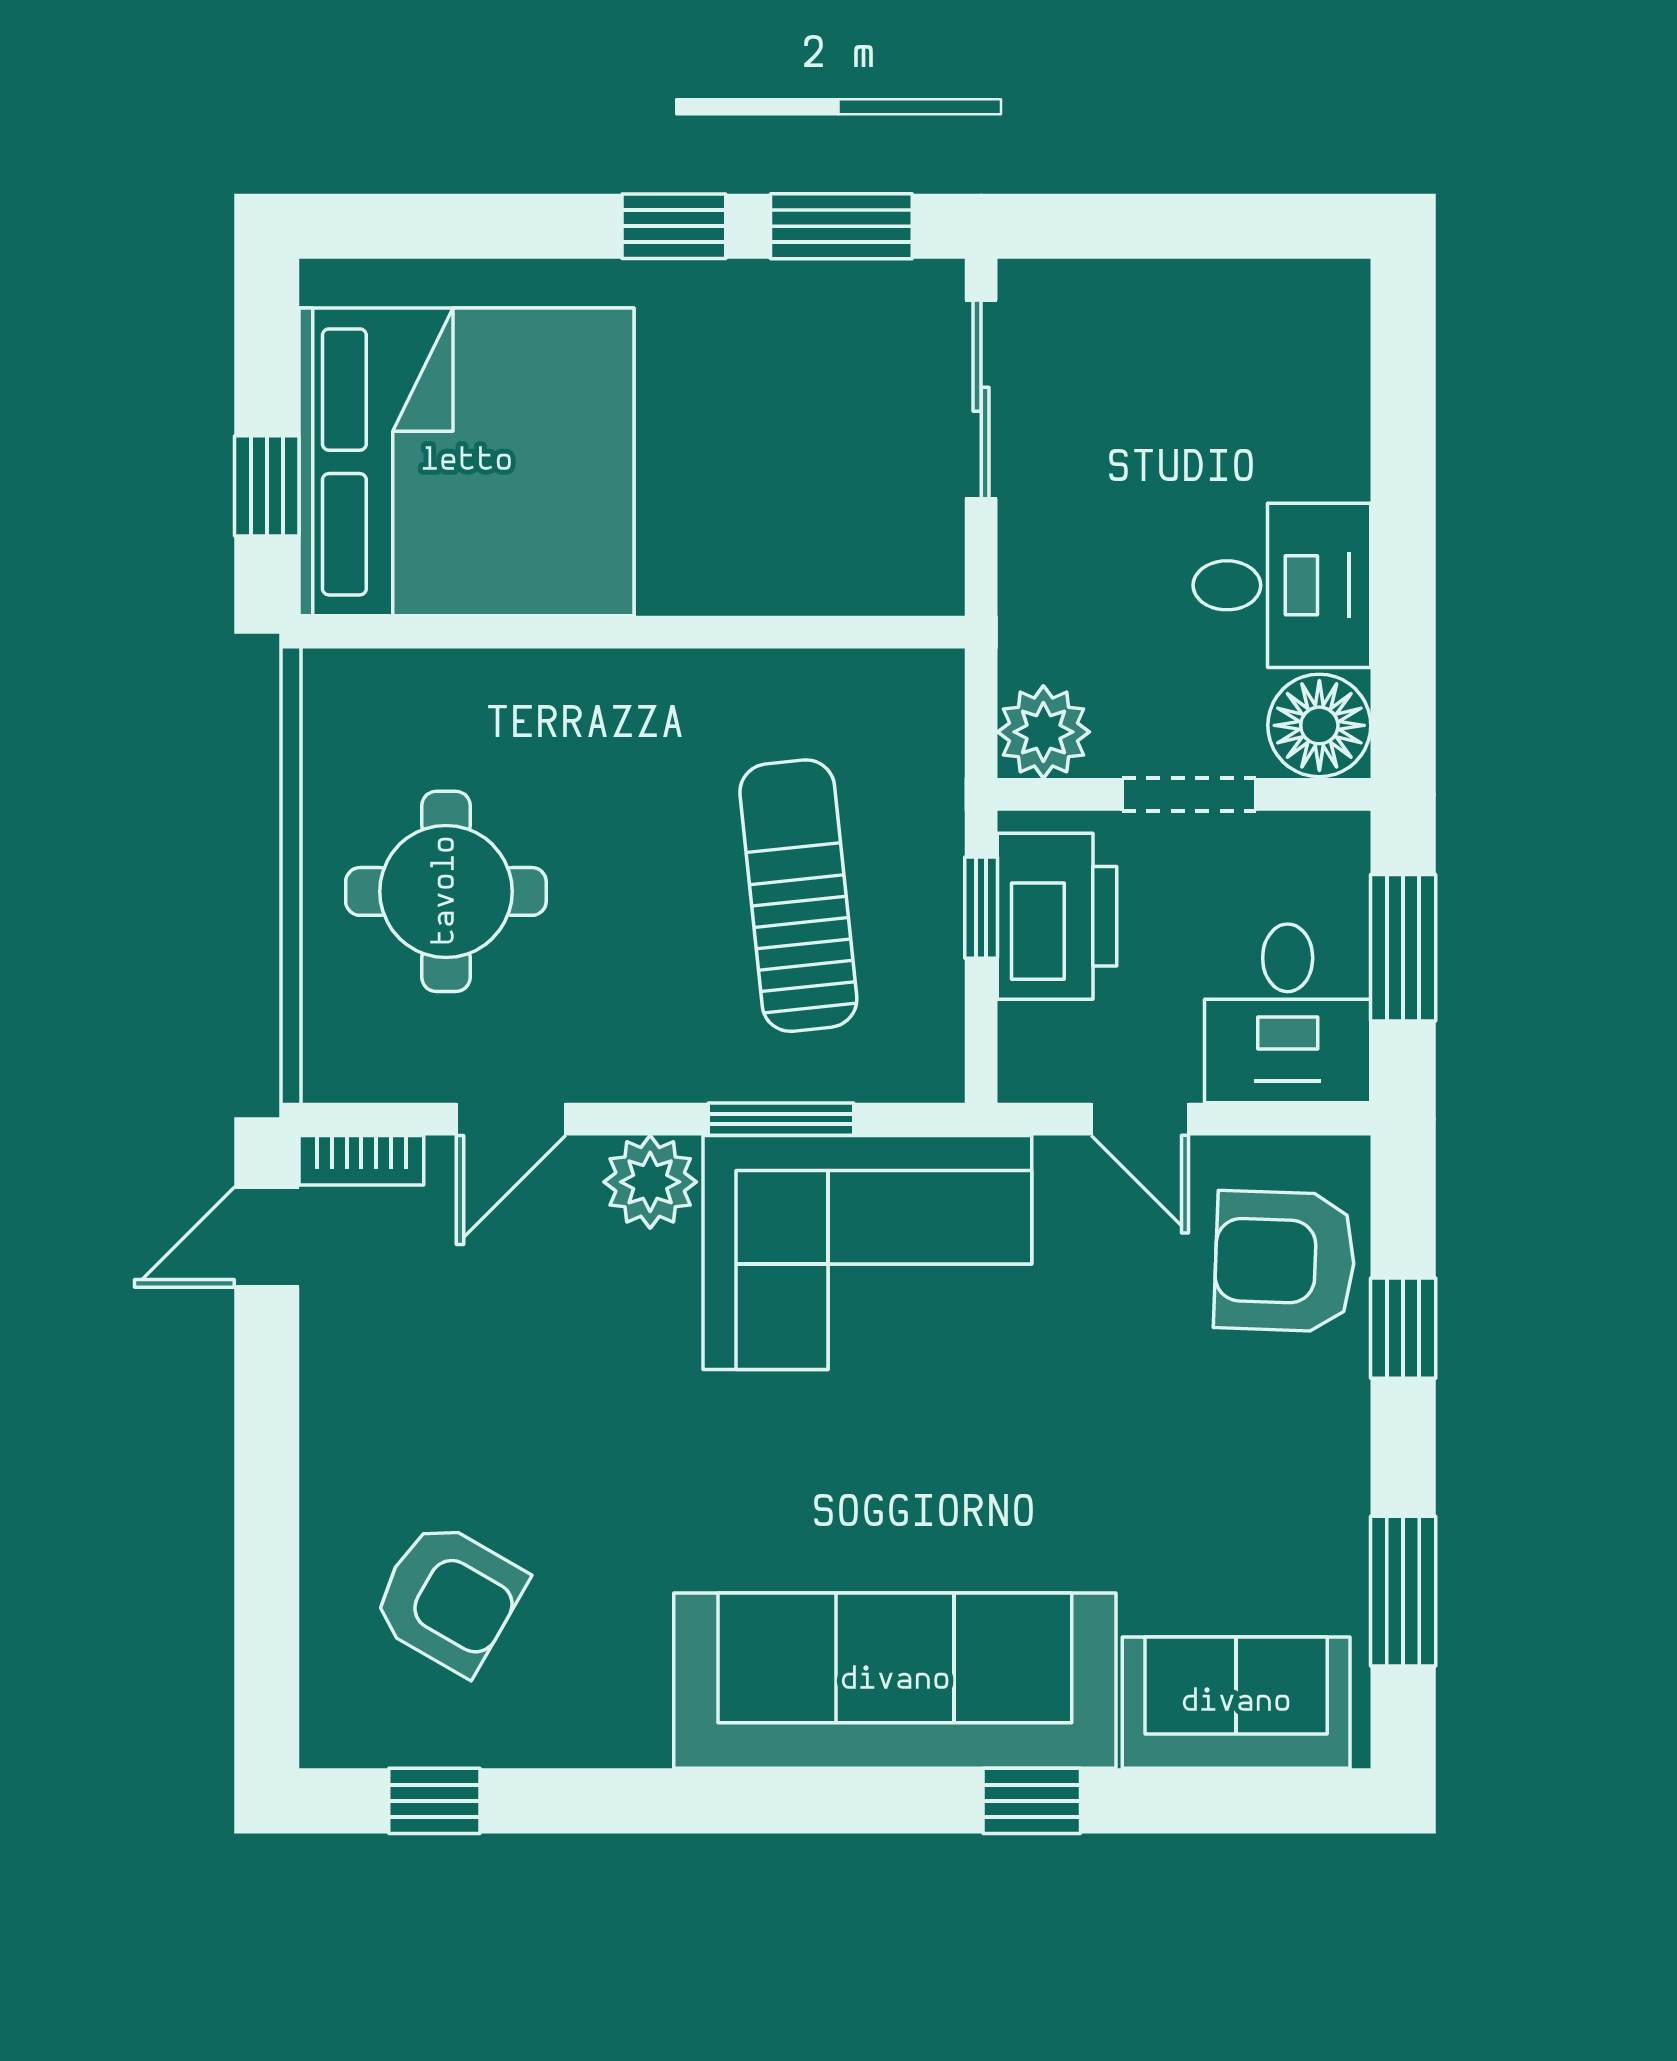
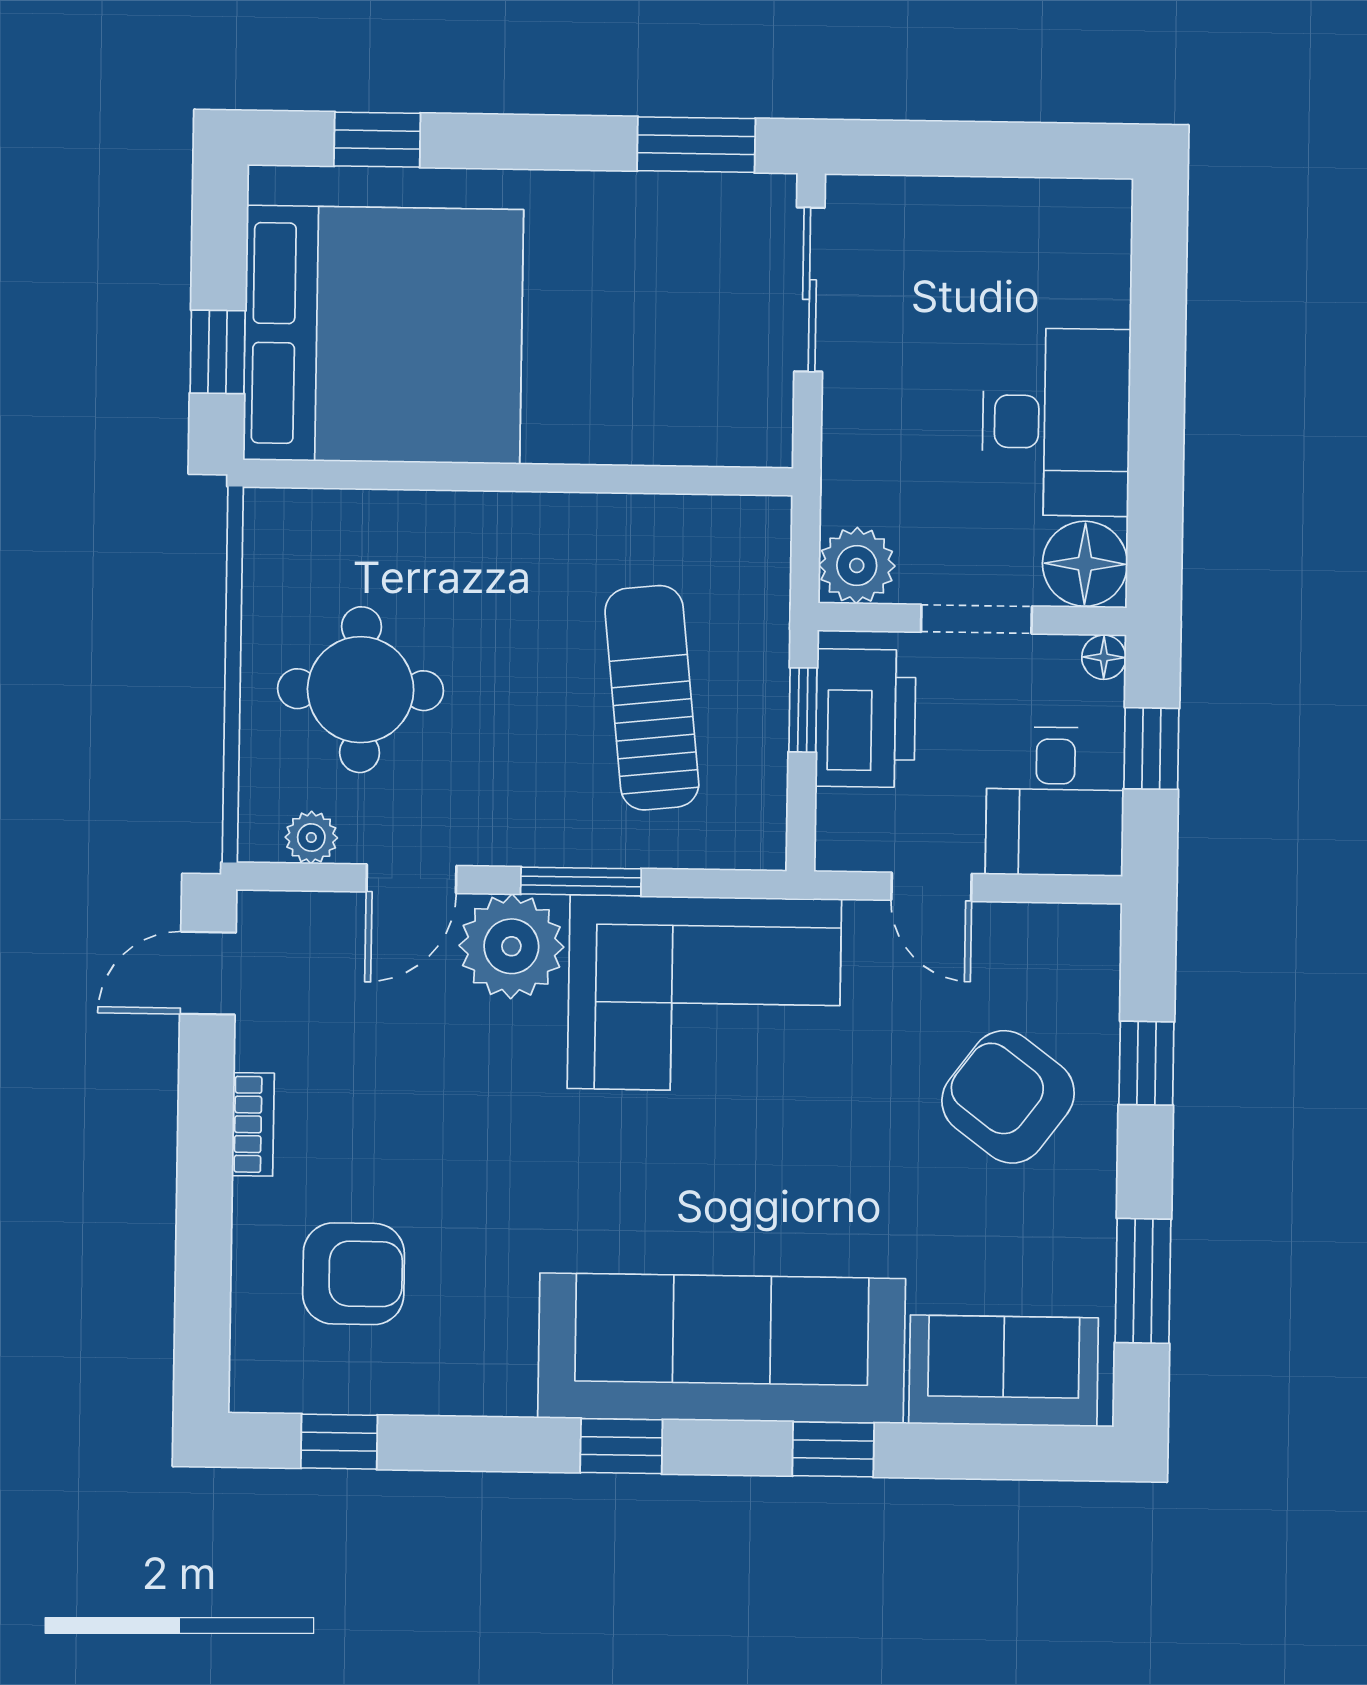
window: (674, 226) -> (377, 140), moved
desk: (1282, 585) -> (1056, 422), width x1.37
floor lamp: (1344, 838) -> (1104, 657), added
window: (1403, 948) -> (1151, 749), width x0.67
plant: (389, 1071) -> (311, 837), added
window: (781, 1119) -> (581, 881), moved
bookcase: (361, 1160) -> (253, 1124), moved, turned -90
plant: (650, 1182) -> (511, 946), width x1.36, depth x1.36
armchair: (1285, 1261) -> (1008, 1097), moved, turned 35
armchair: (449, 1598) -> (354, 1274), turned -30
window: (776, 1801) -> (621, 1446), added

